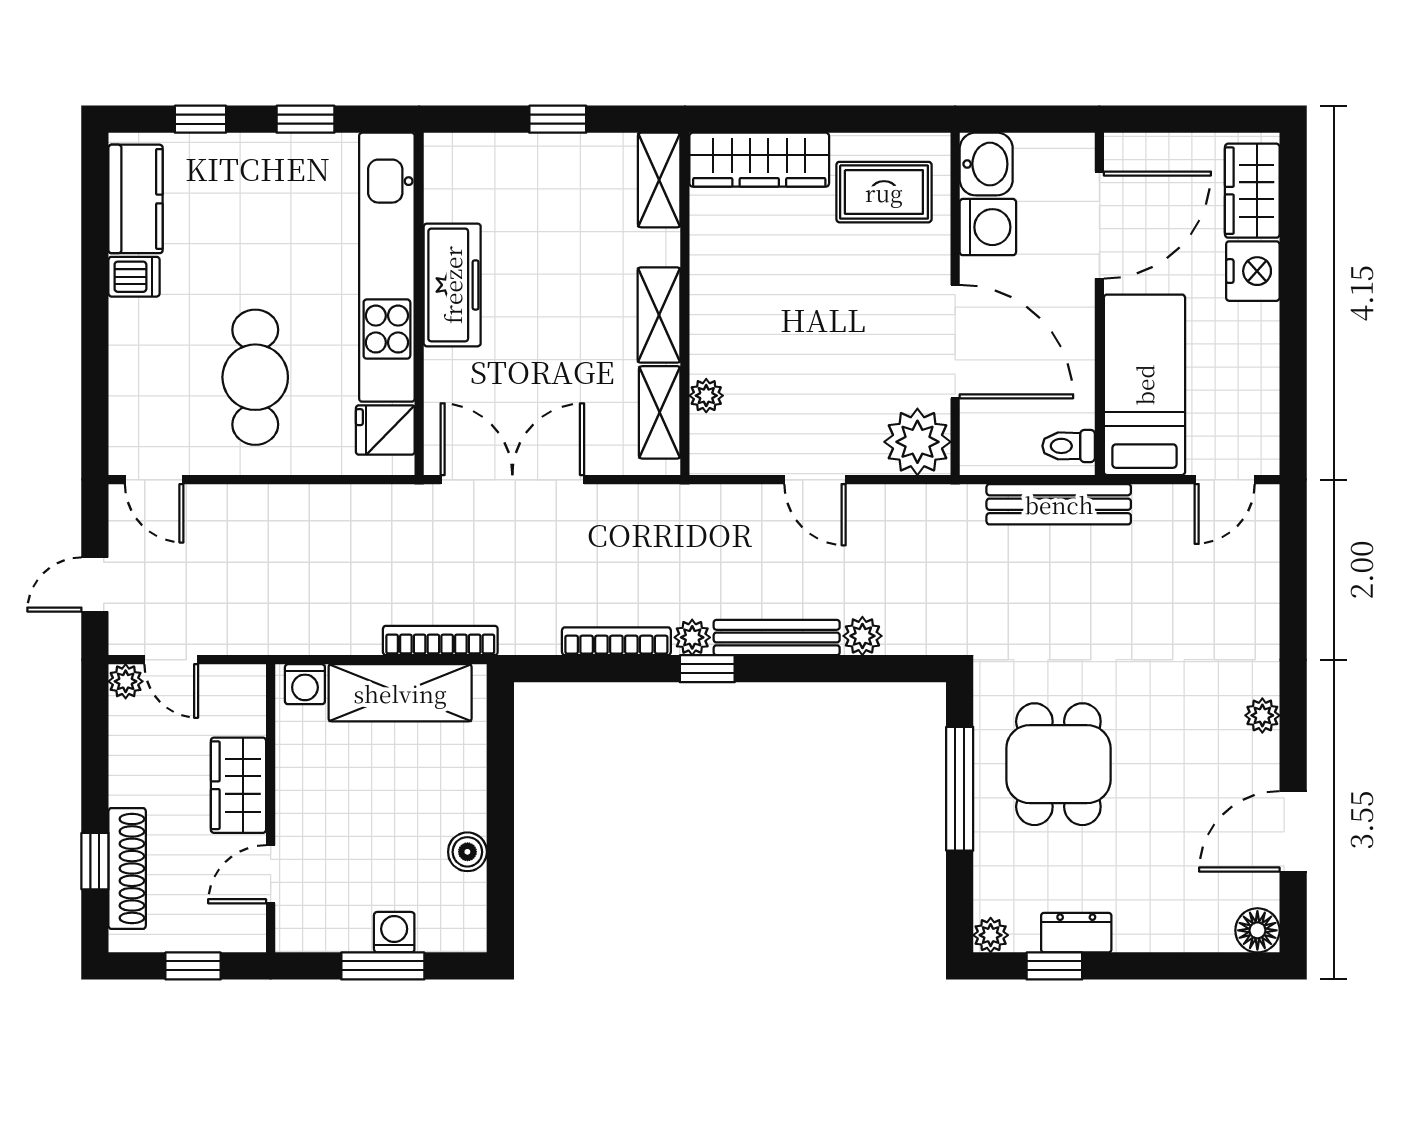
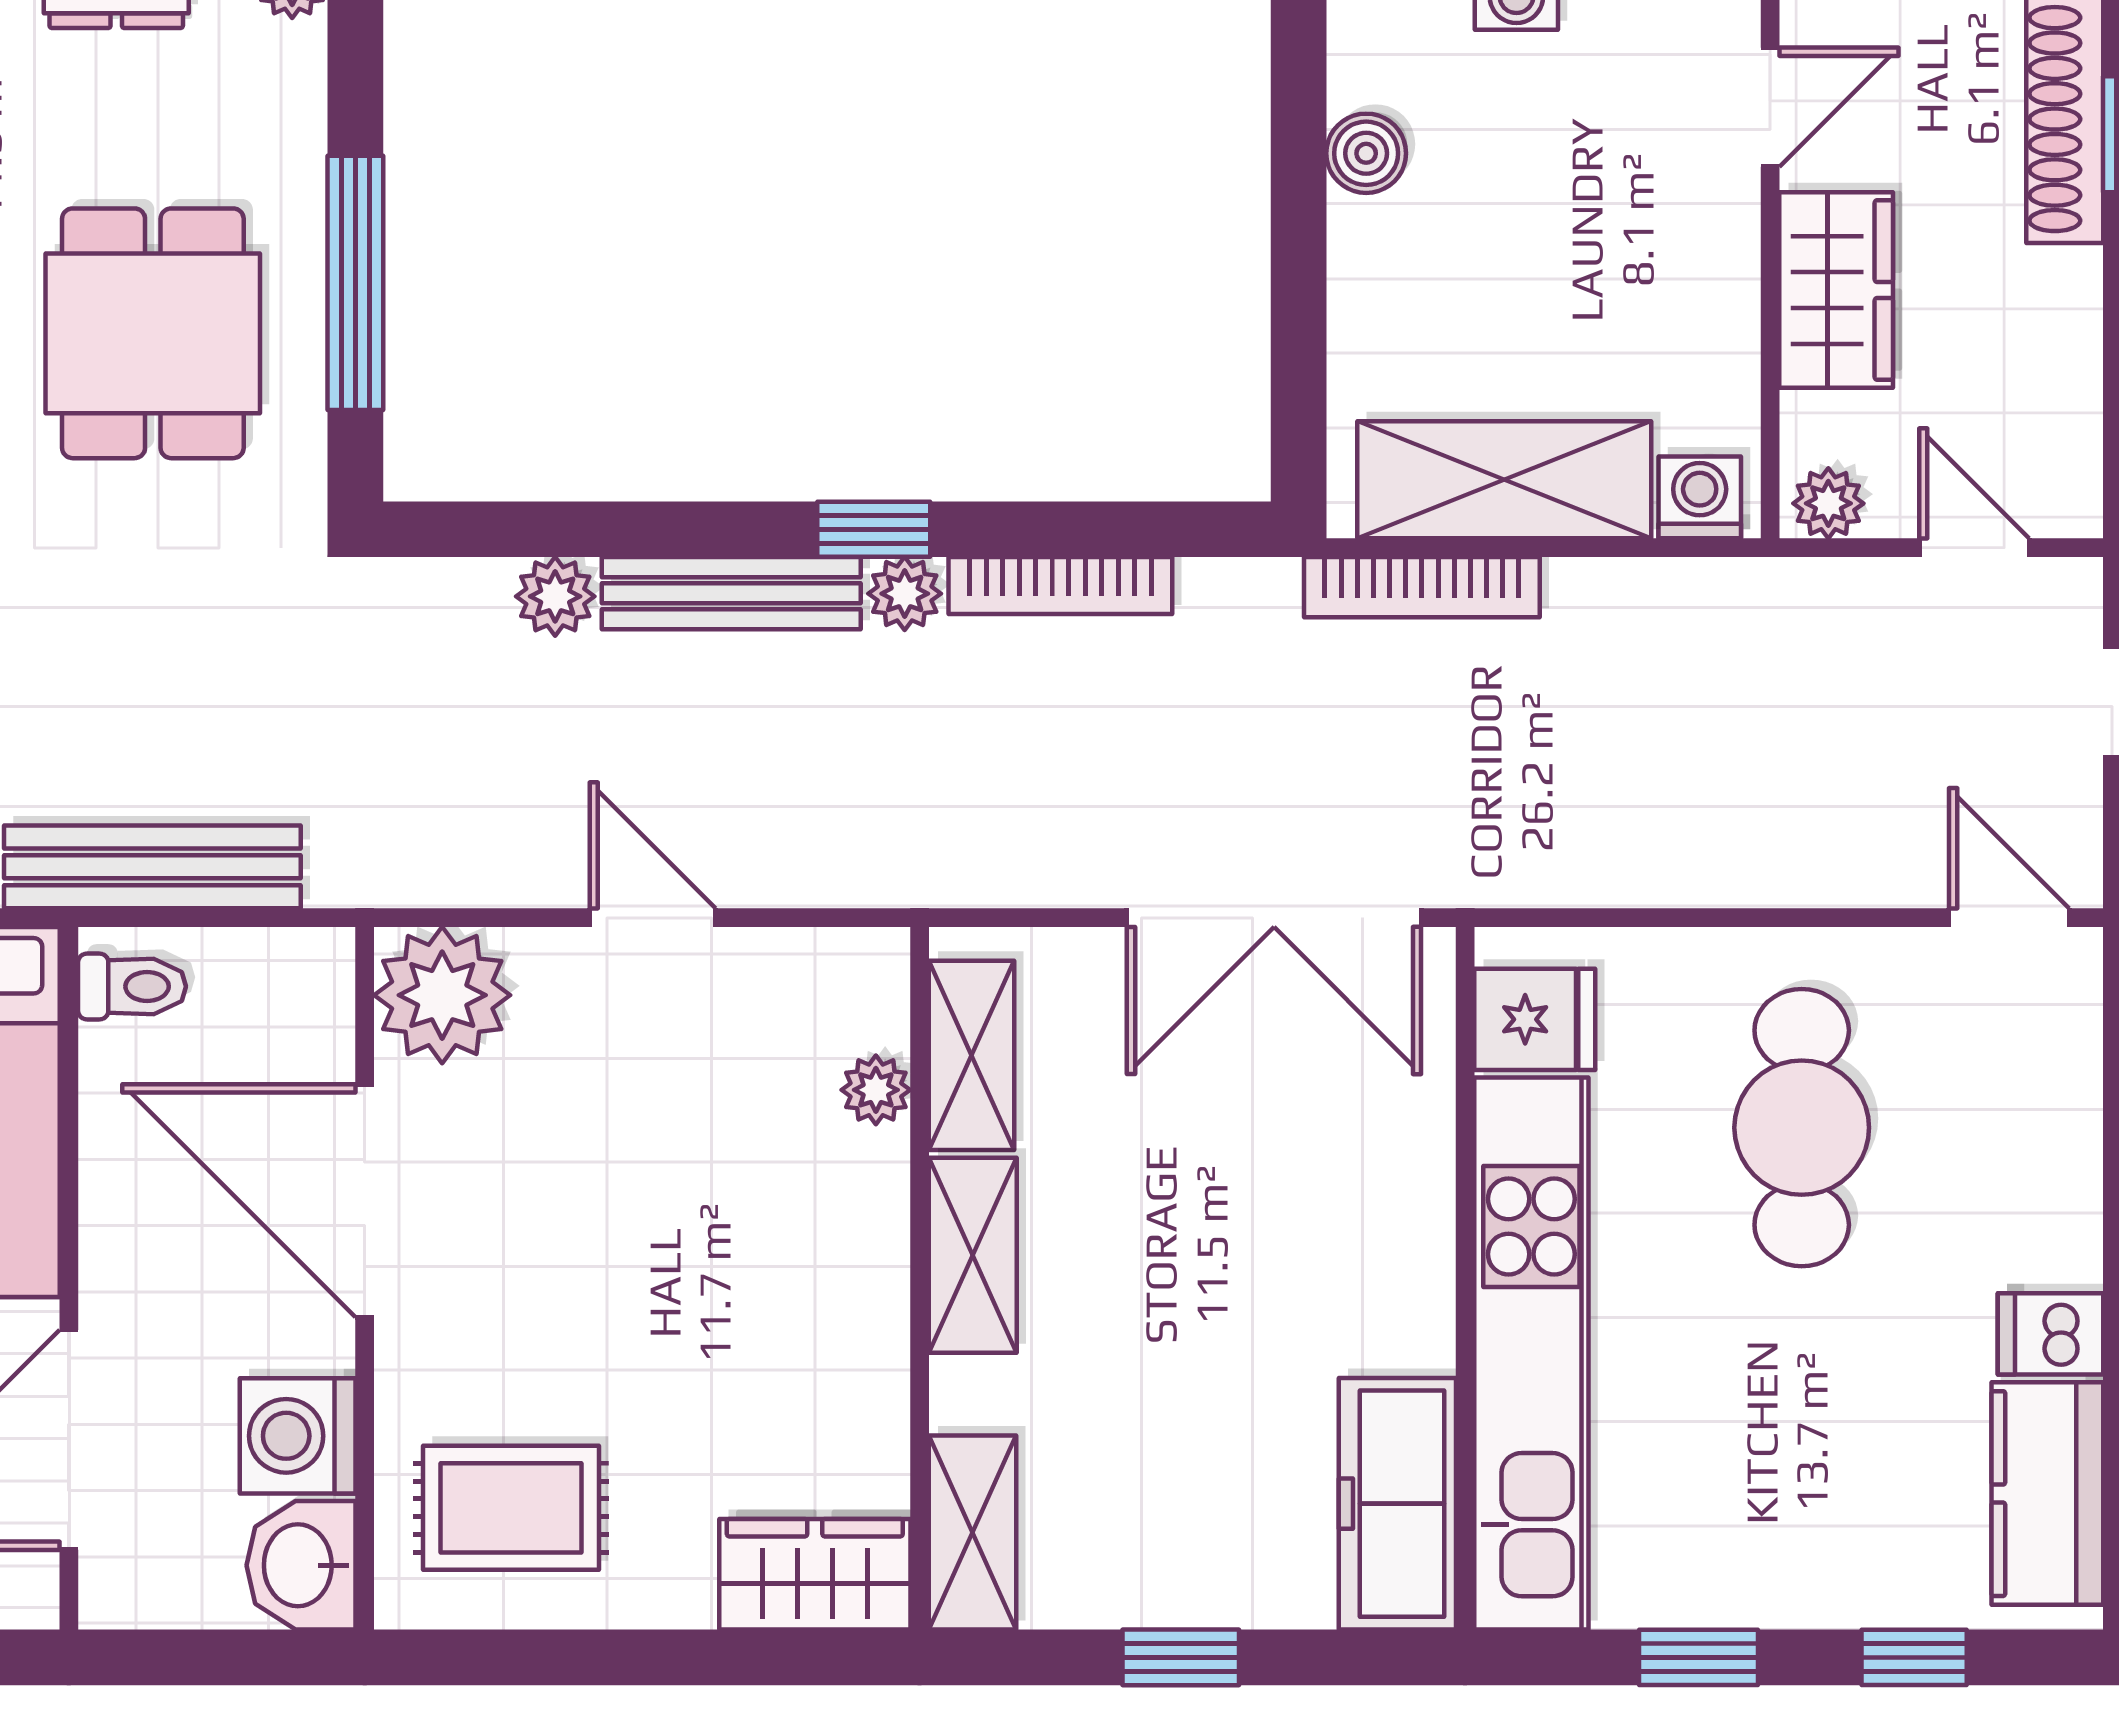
wardrobe: (759, 160) -> (815, 1574), width x0.67
freezer: (452, 285) -> (1397, 1504), moved
plant: (126, 681) -> (1828, 503), moved

